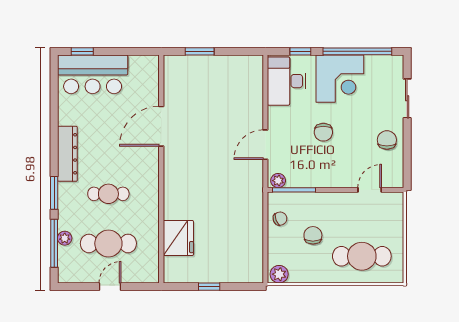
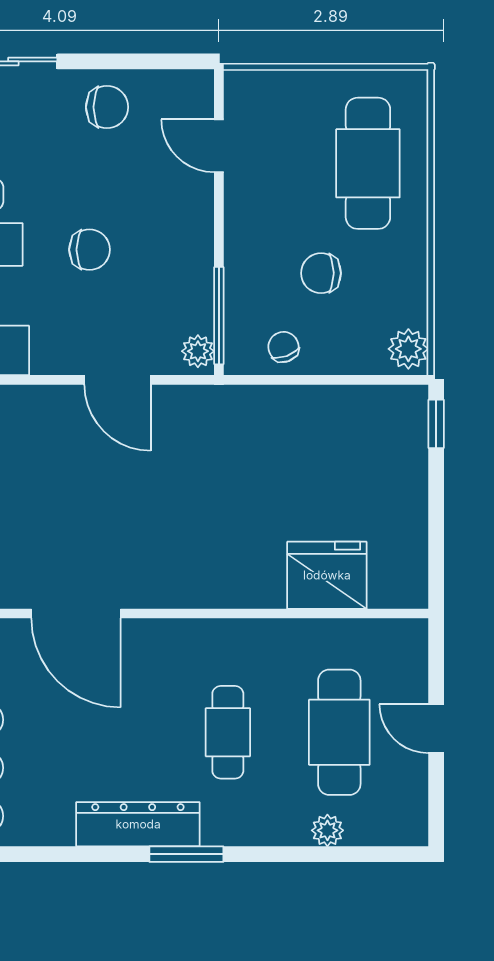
chair: (387, 140) -> (107, 107), turned 180
window: (54, 193) -> (186, 854), moved
window: (54, 243) -> (339, 854), removed
window: (209, 287) -> (436, 424), moved

